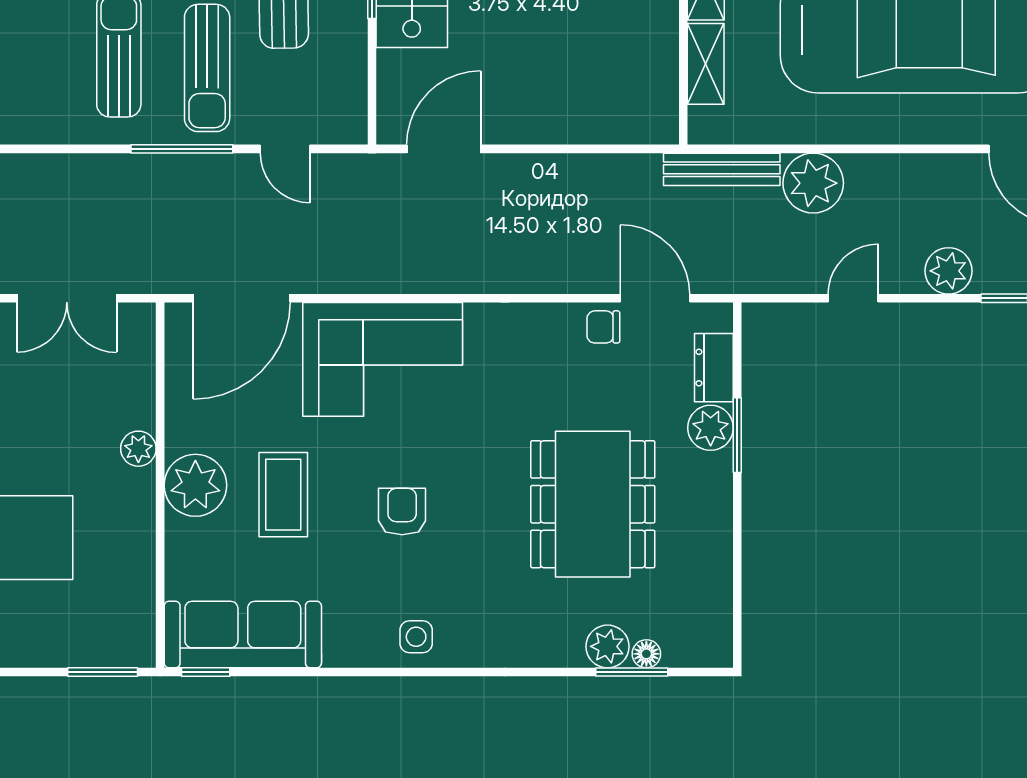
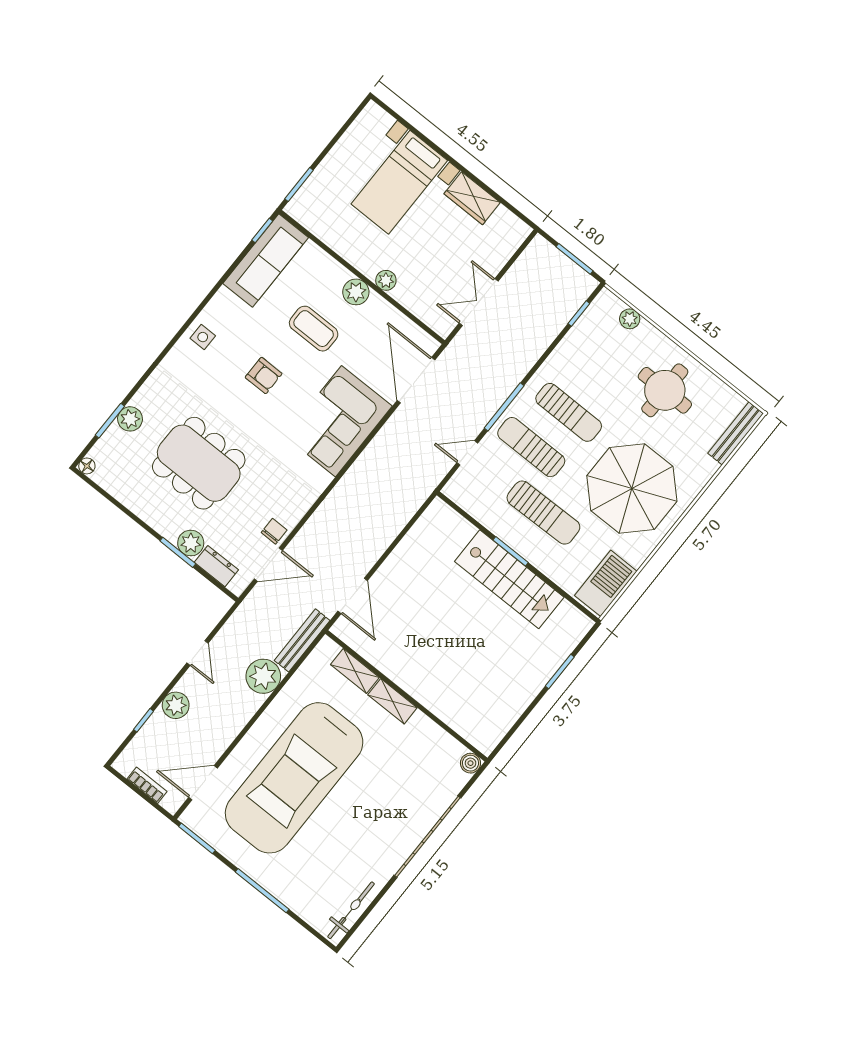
door: (444, 149) -> (353, 596), moved
plant: (195, 485) -> (356, 292), width x0.73, depth x0.73
floor lamp: (646, 654) -> (87, 466), moved

